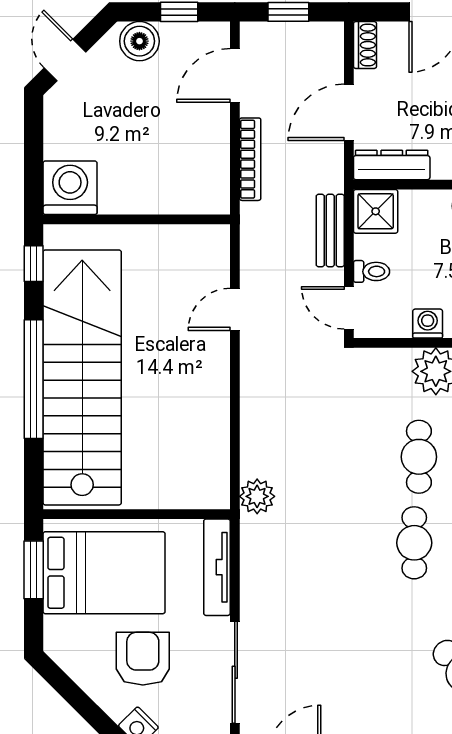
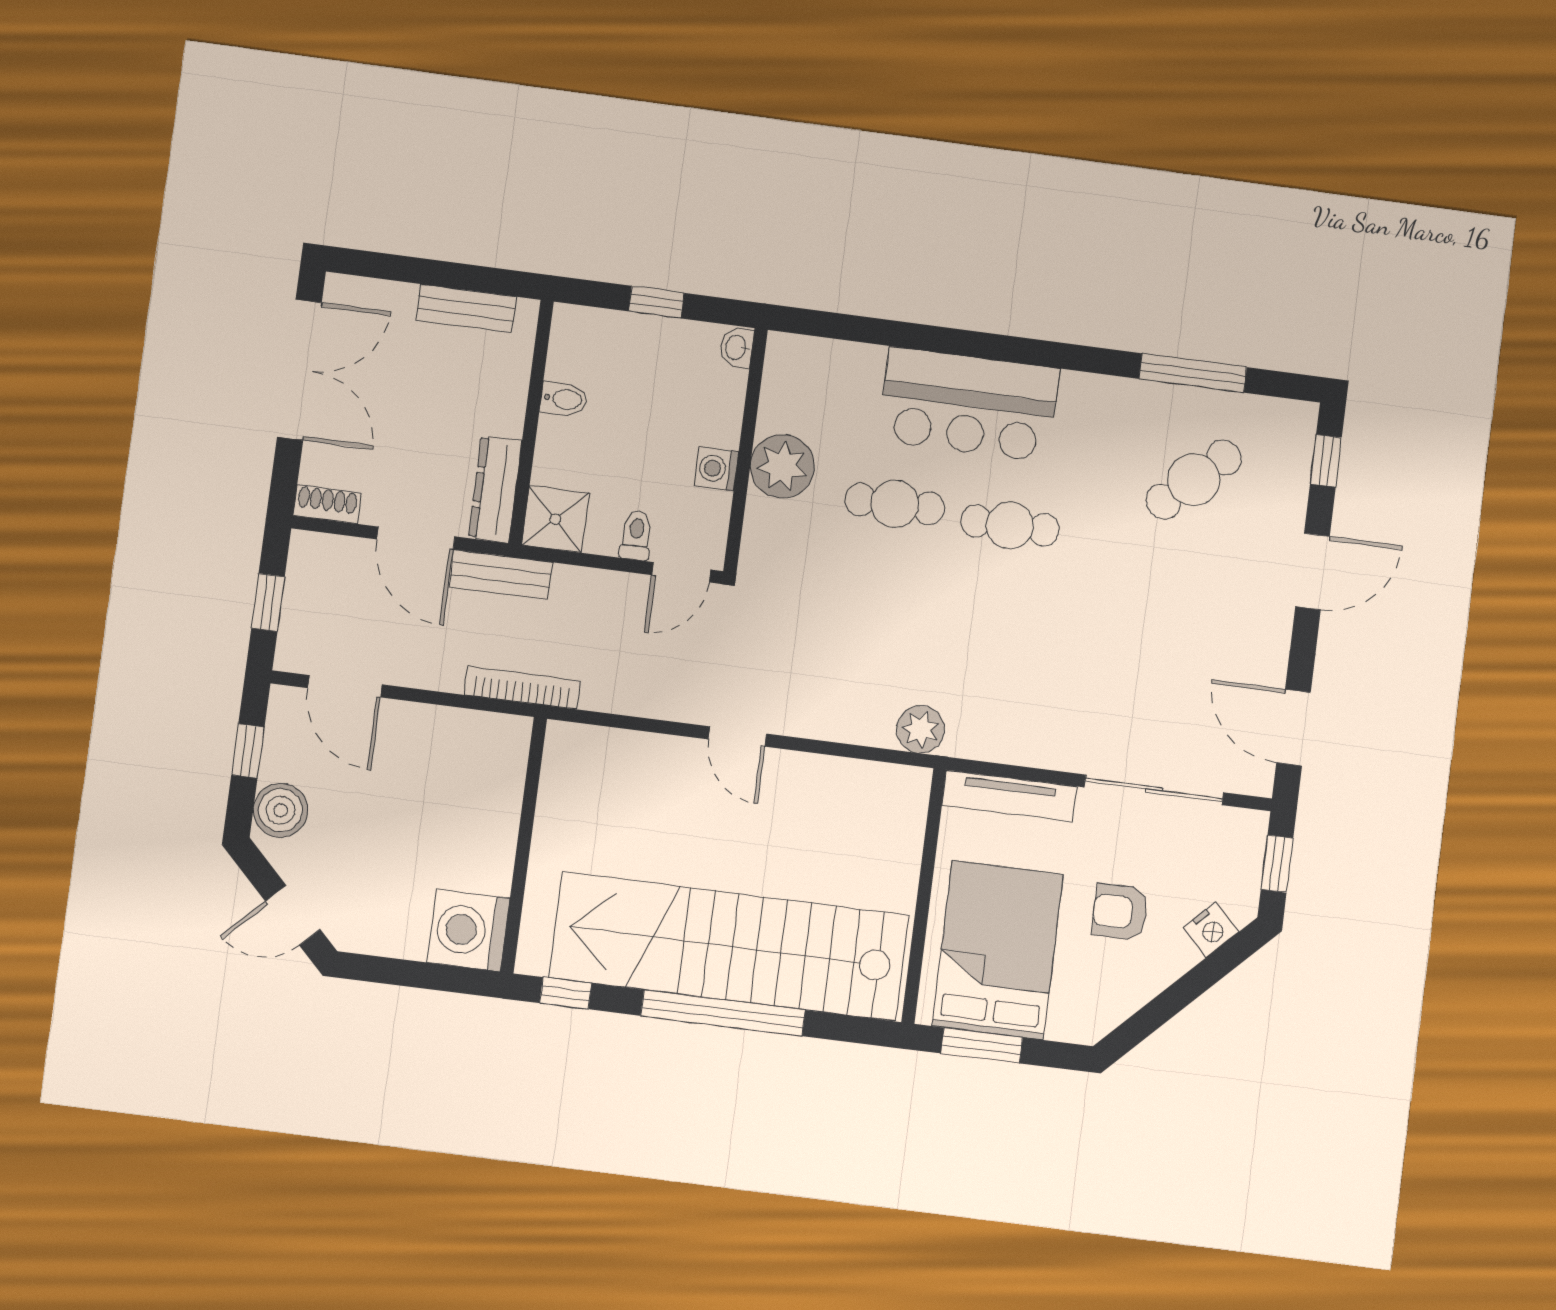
bookcase: (250, 159) -> (522, 688), moved
bench: (330, 230) -> (501, 575), moved
door: (235, 309) -> (737, 737), moved
armchair: (143, 659) -> (1120, 912), width x0.72, depth x0.72

